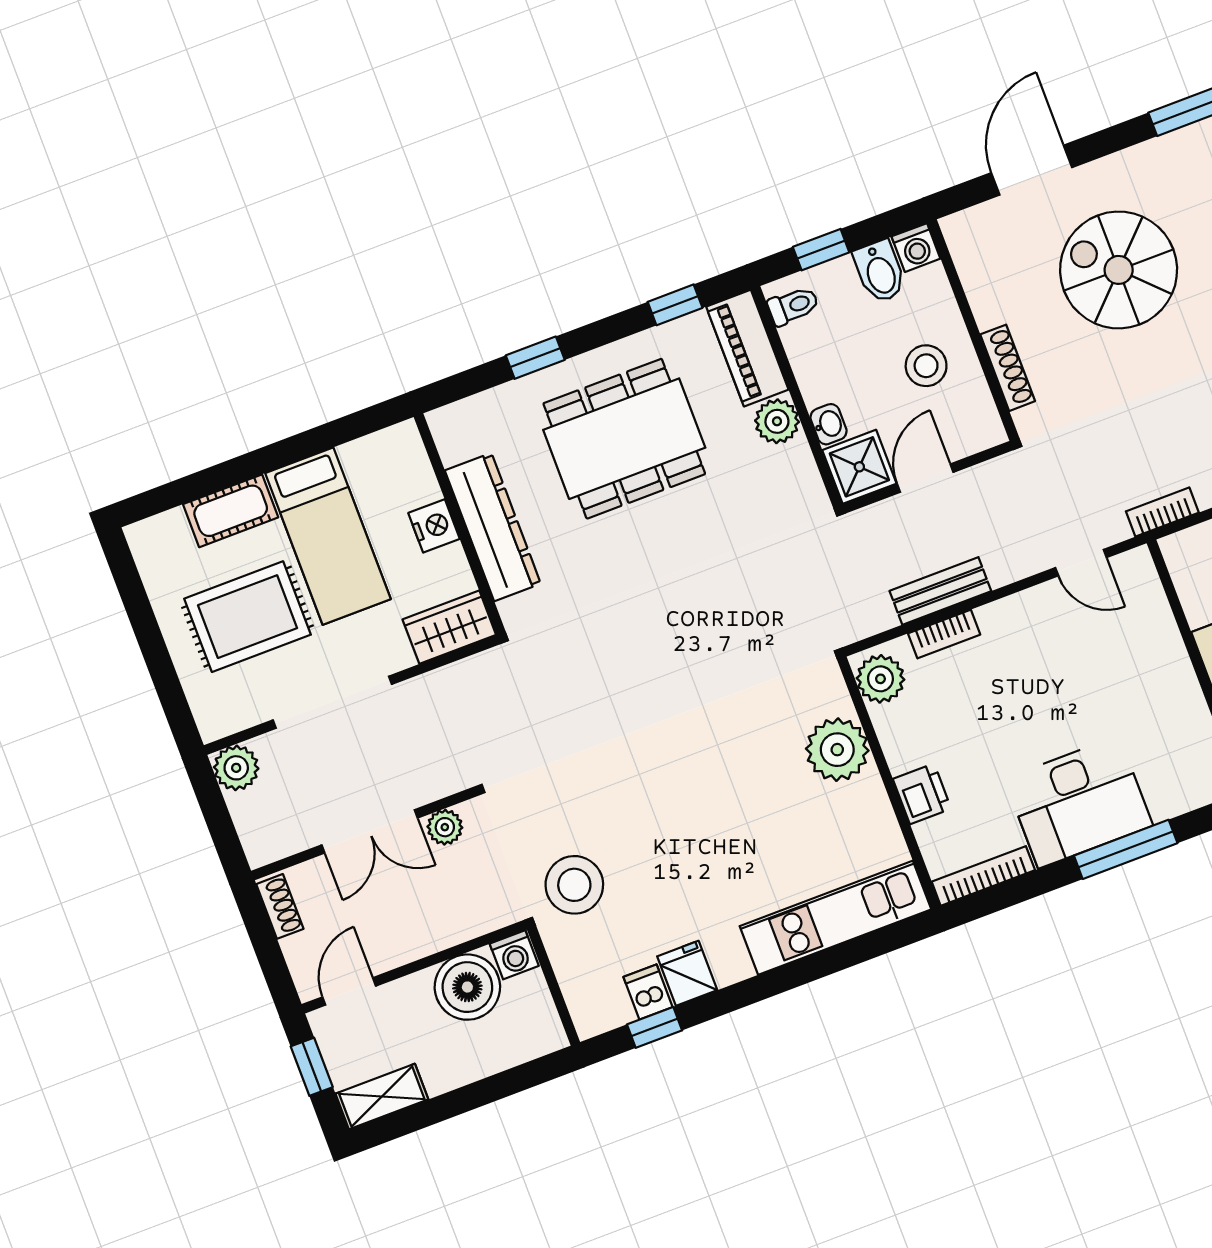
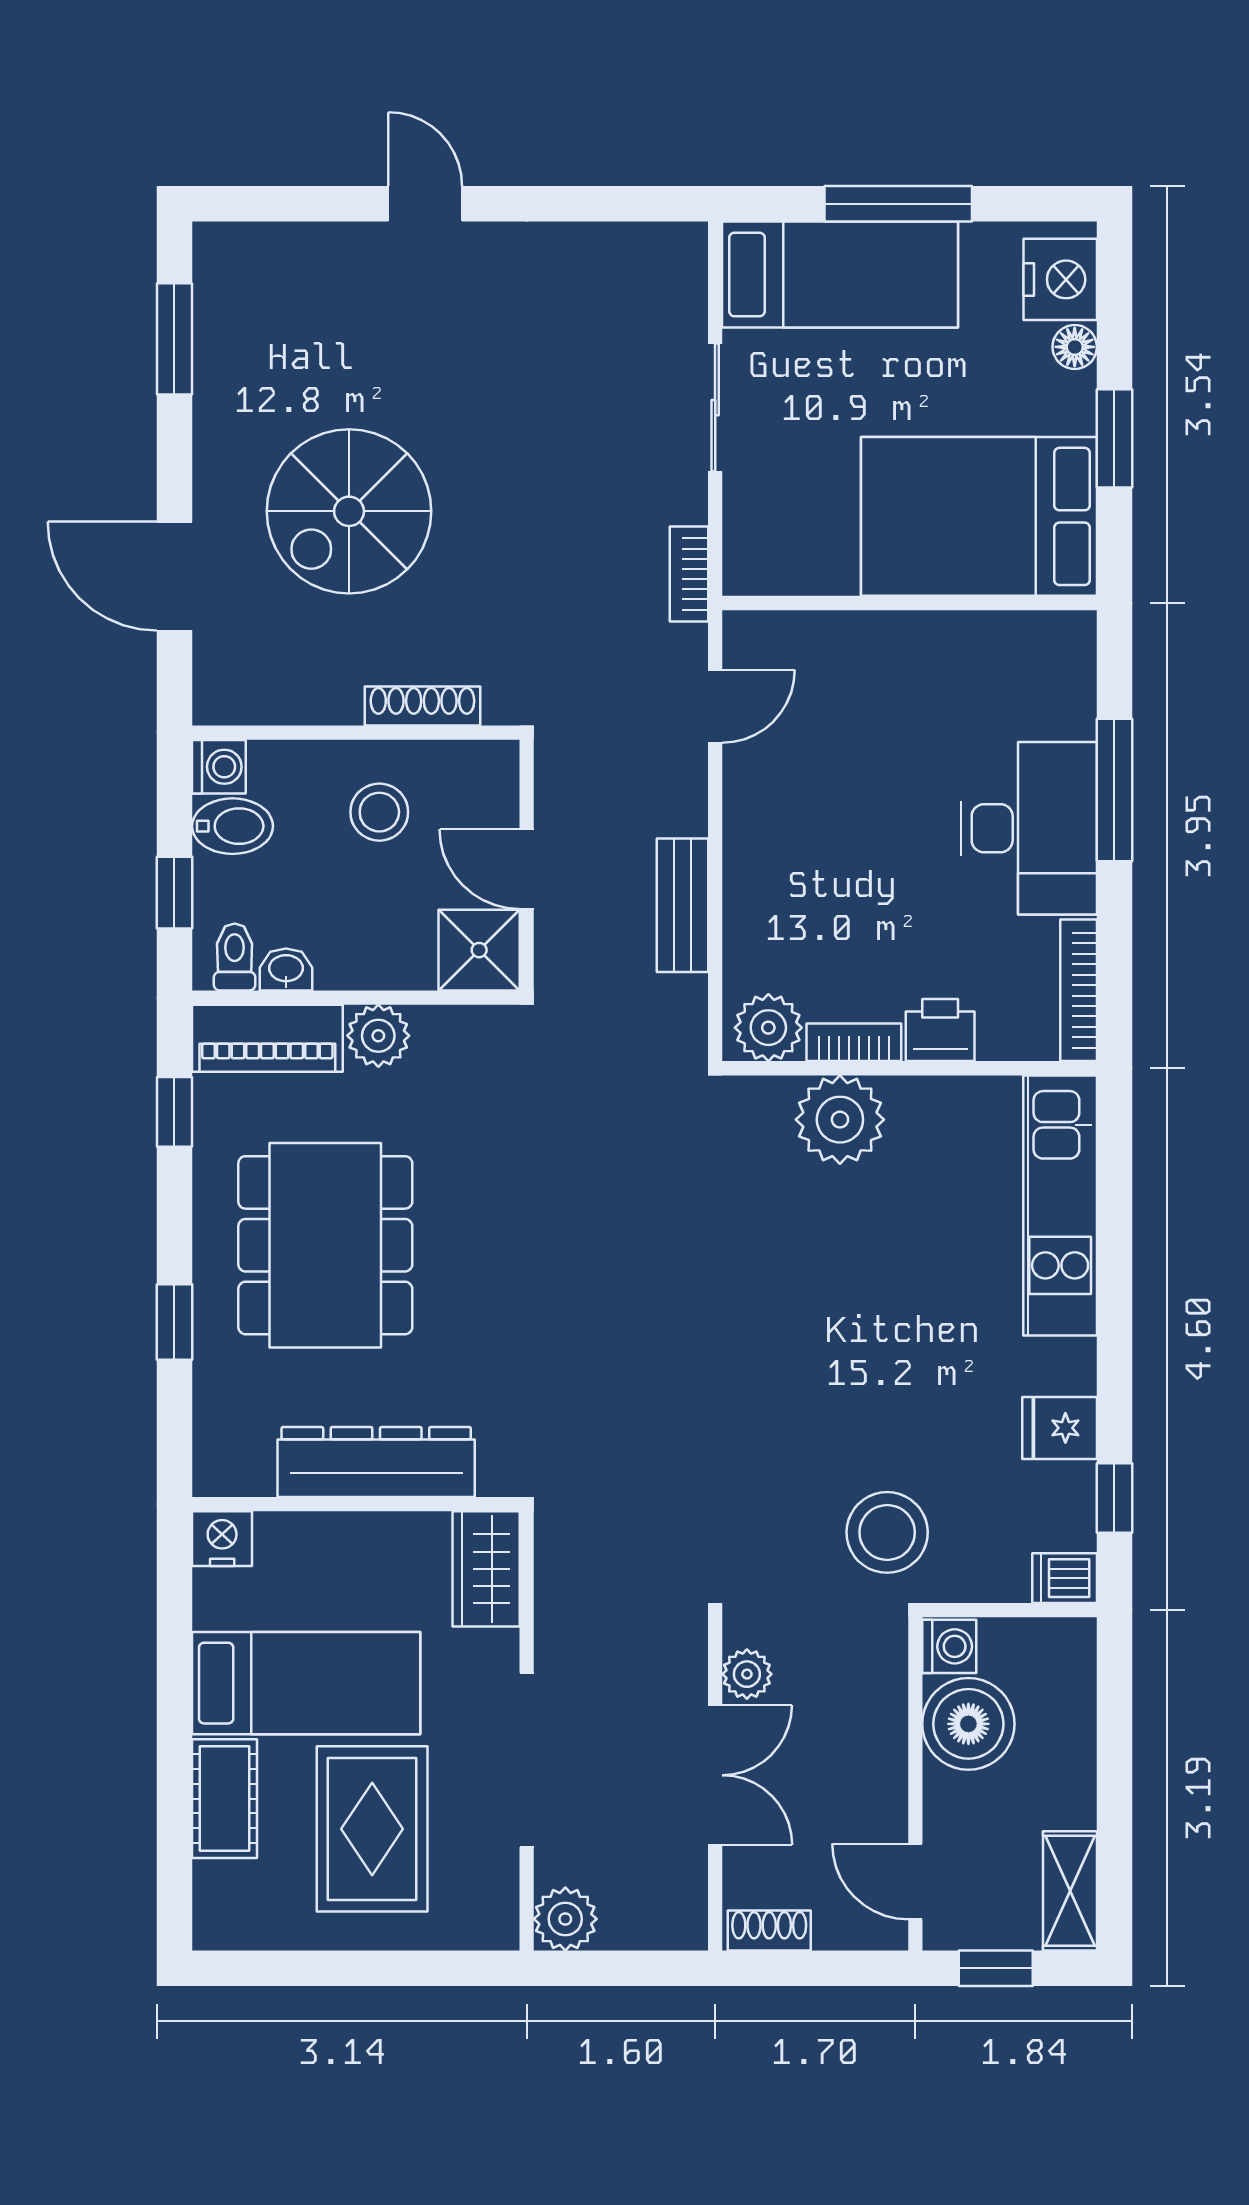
washbasin: (829, 424) -> (286, 969), moved
nightstand: (434, 526) -> (222, 1539), moved
bookcase: (944, 634) -> (854, 1042), moved, turned -90
dishwasher: (648, 992) -> (1065, 1578), moved

